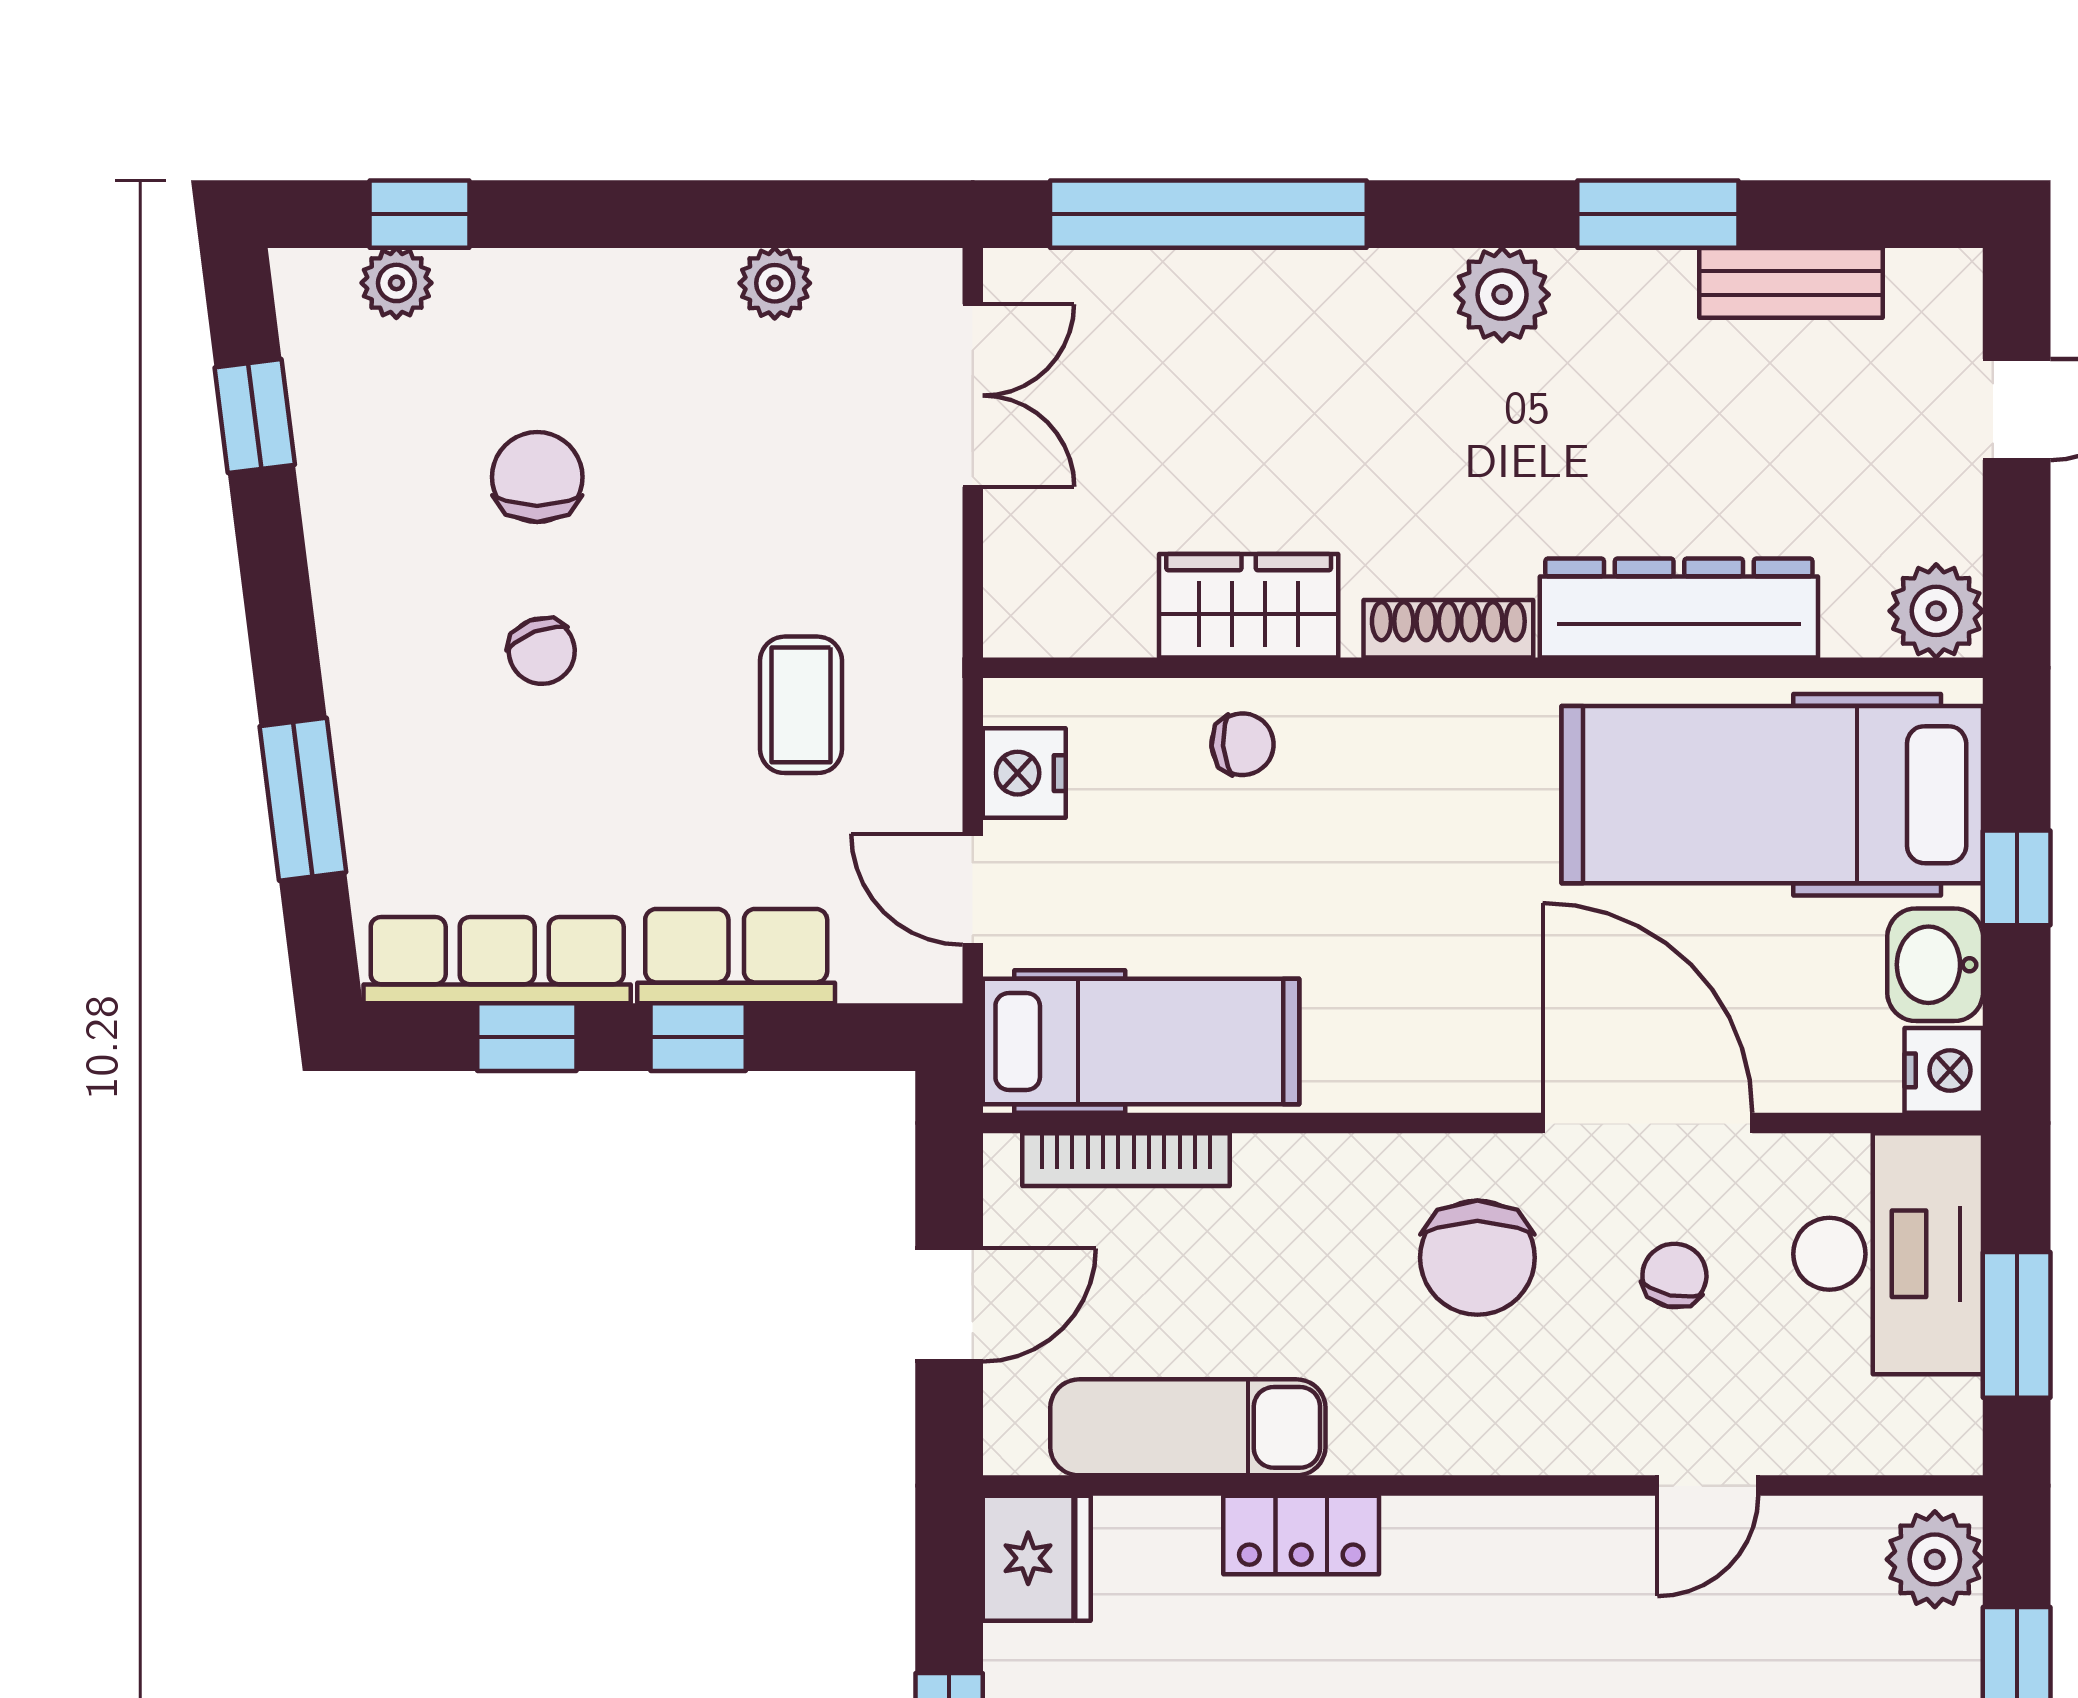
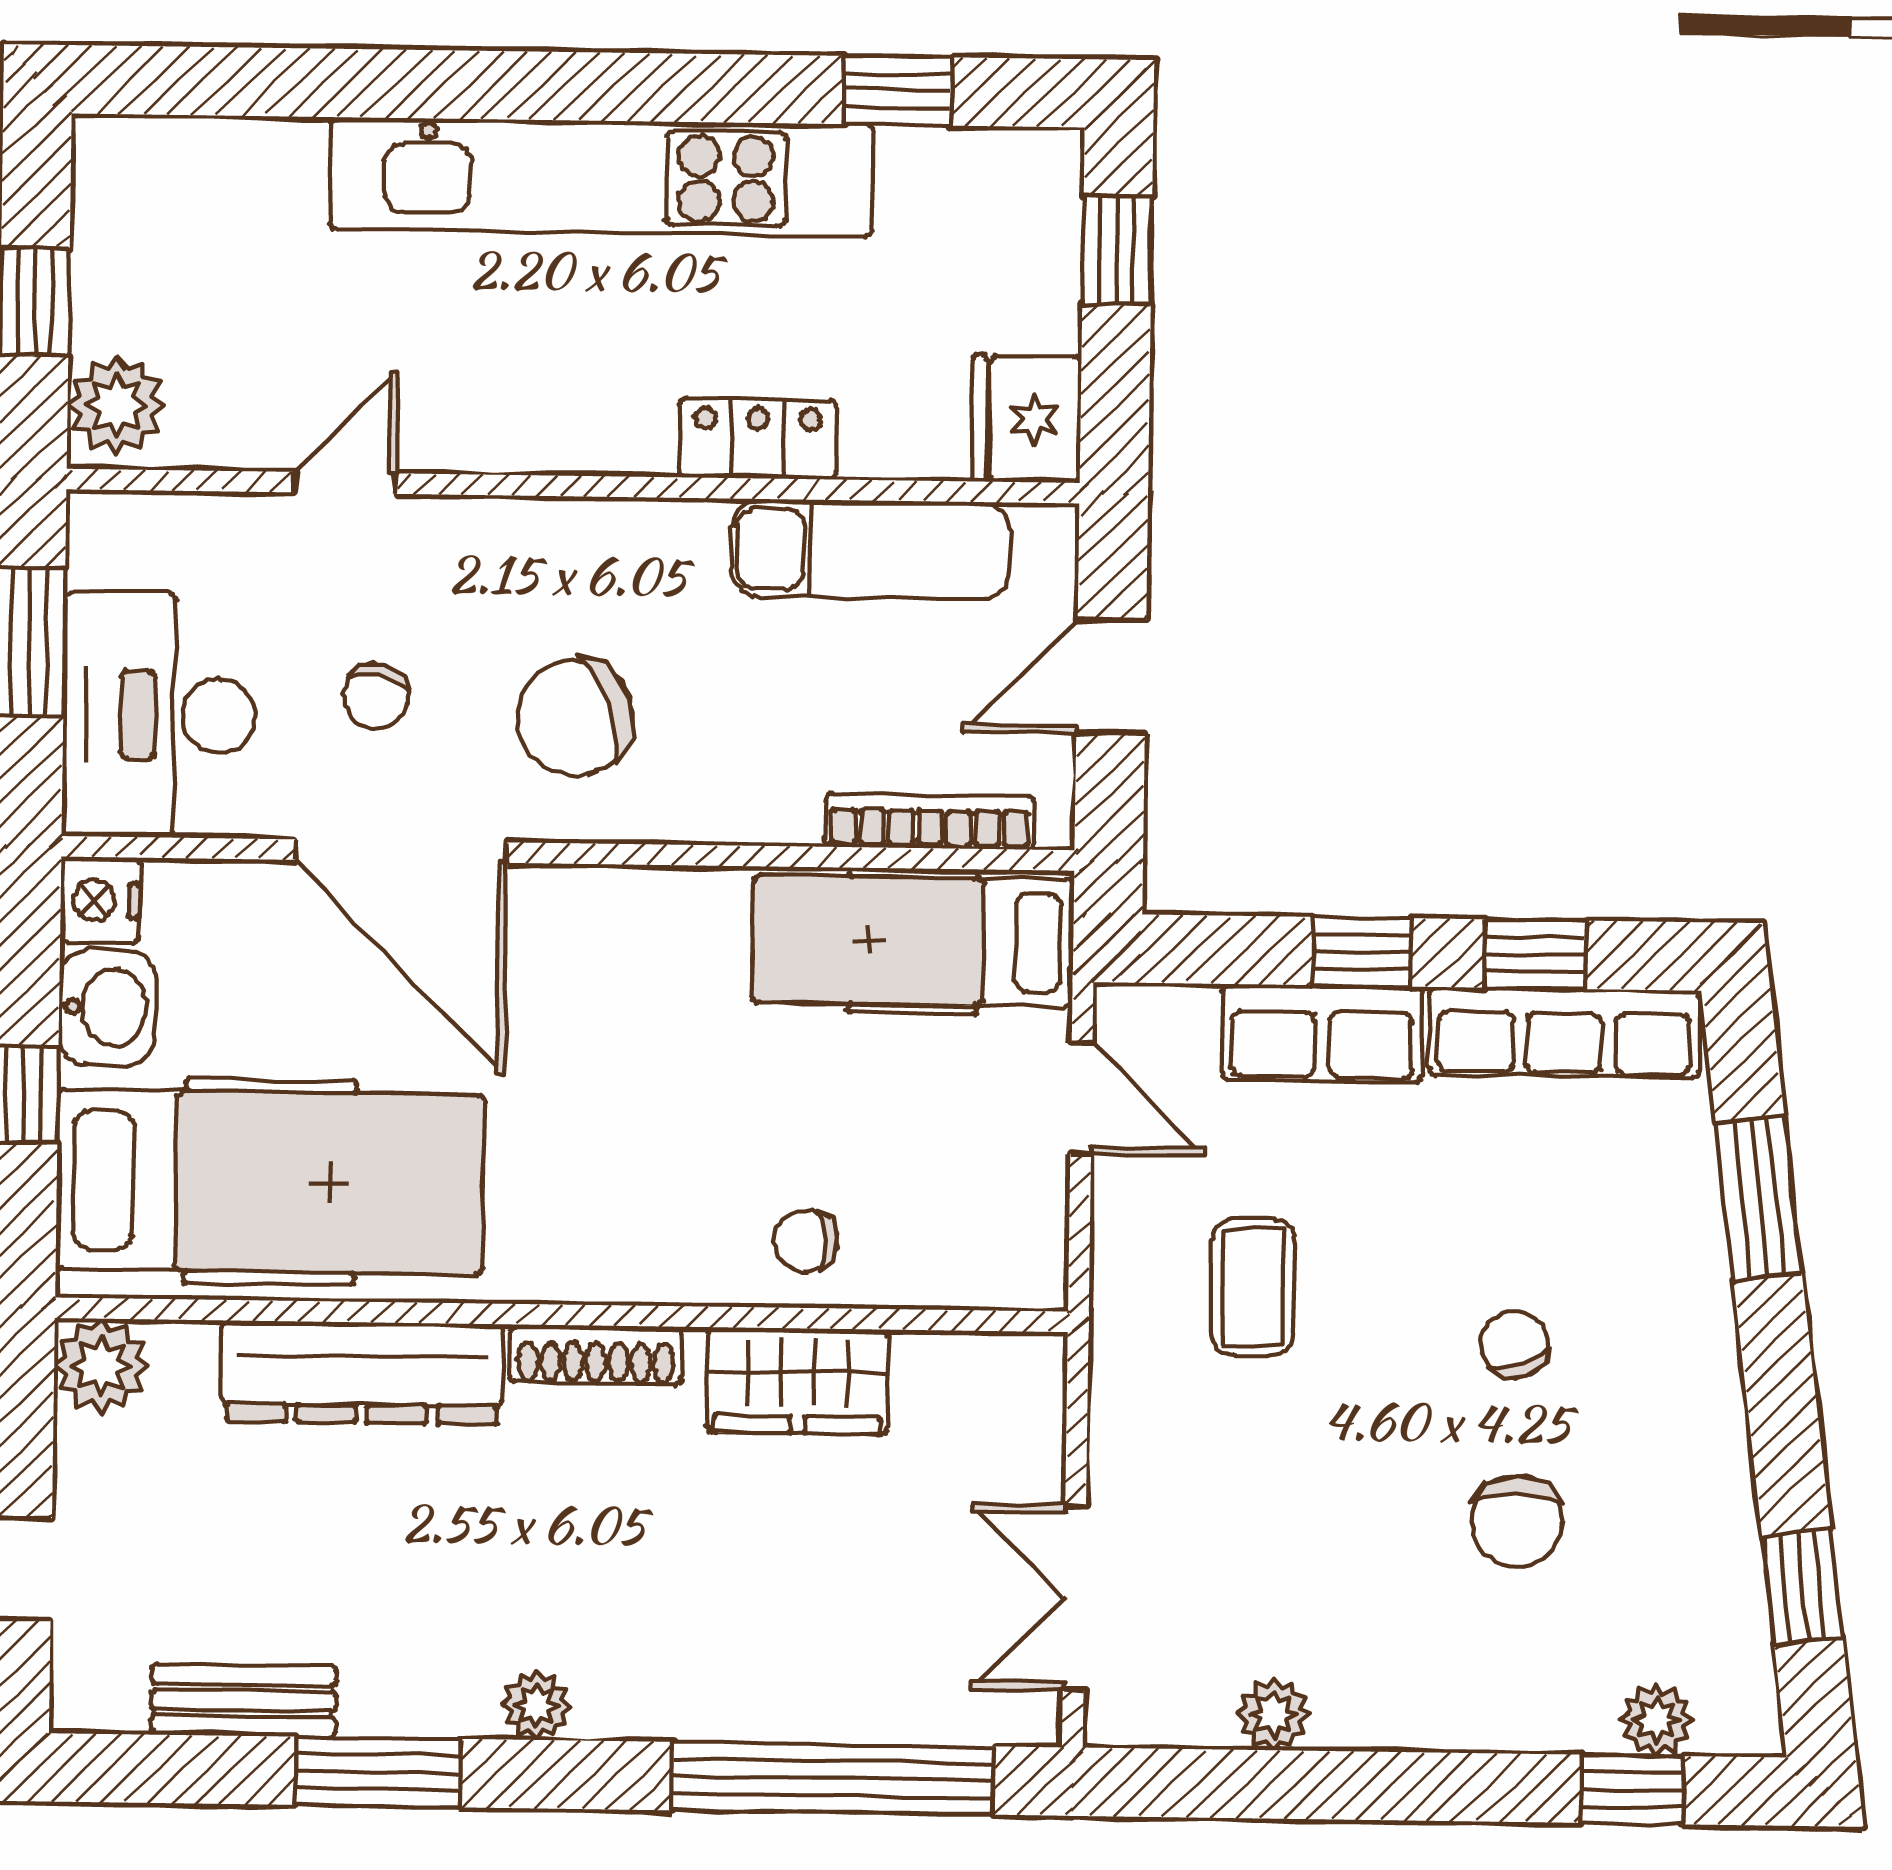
plant: (1502, 295) -> (537, 1706), width x0.73, depth x0.73
nightstand: (1024, 773) -> (1028, 1215), removed
chair: (1477, 1258) -> (575, 717), turned -112

